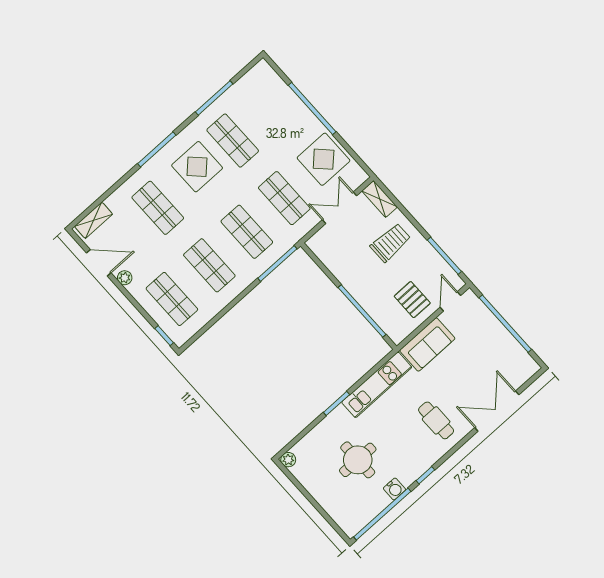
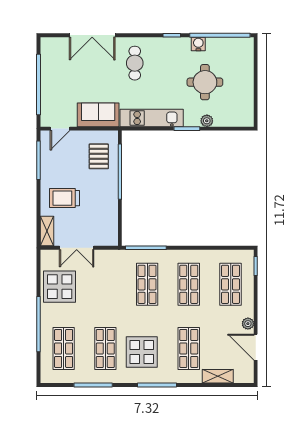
shop shelf: (284, 198) -> (64, 348), moved
shelving: (94, 220) -> (218, 376), moved
pallet: (412, 300) -> (99, 156), moved
plant: (288, 460) -> (207, 121), moved

